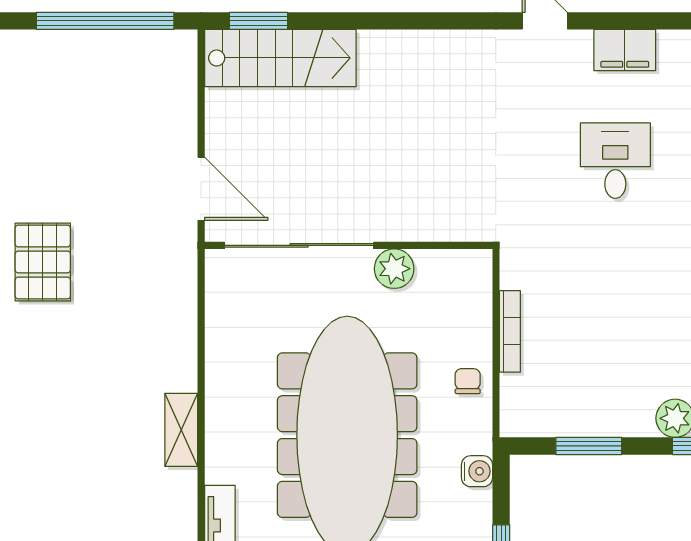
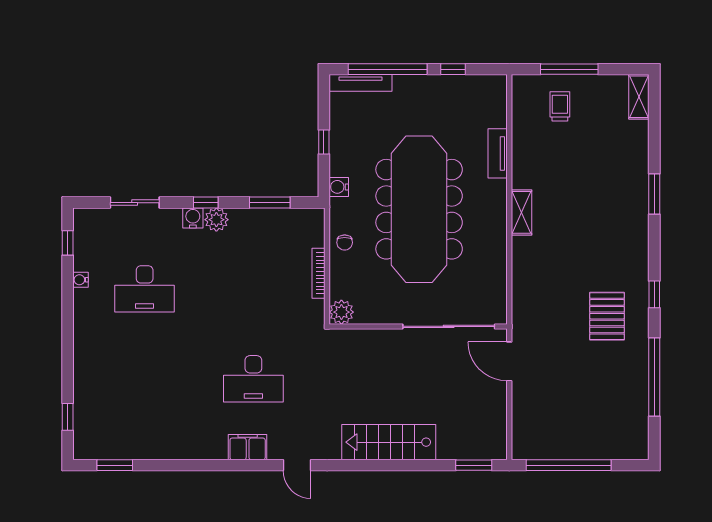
stairs: (280, 58) -> (389, 442), moved
desk: (615, 161) -> (253, 379), width x1.37
plant: (394, 269) -> (341, 312), moved

